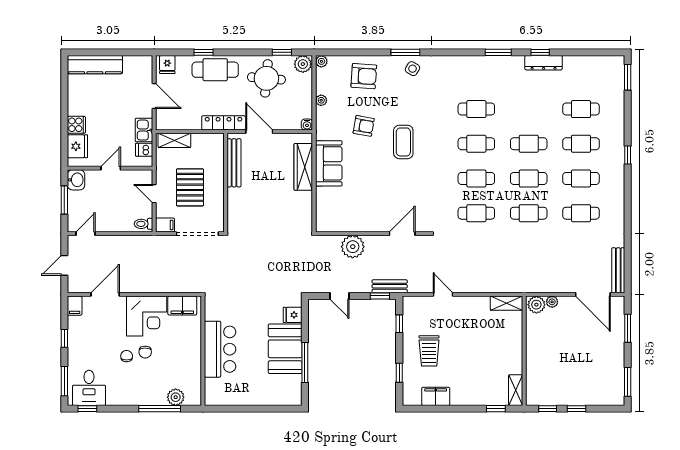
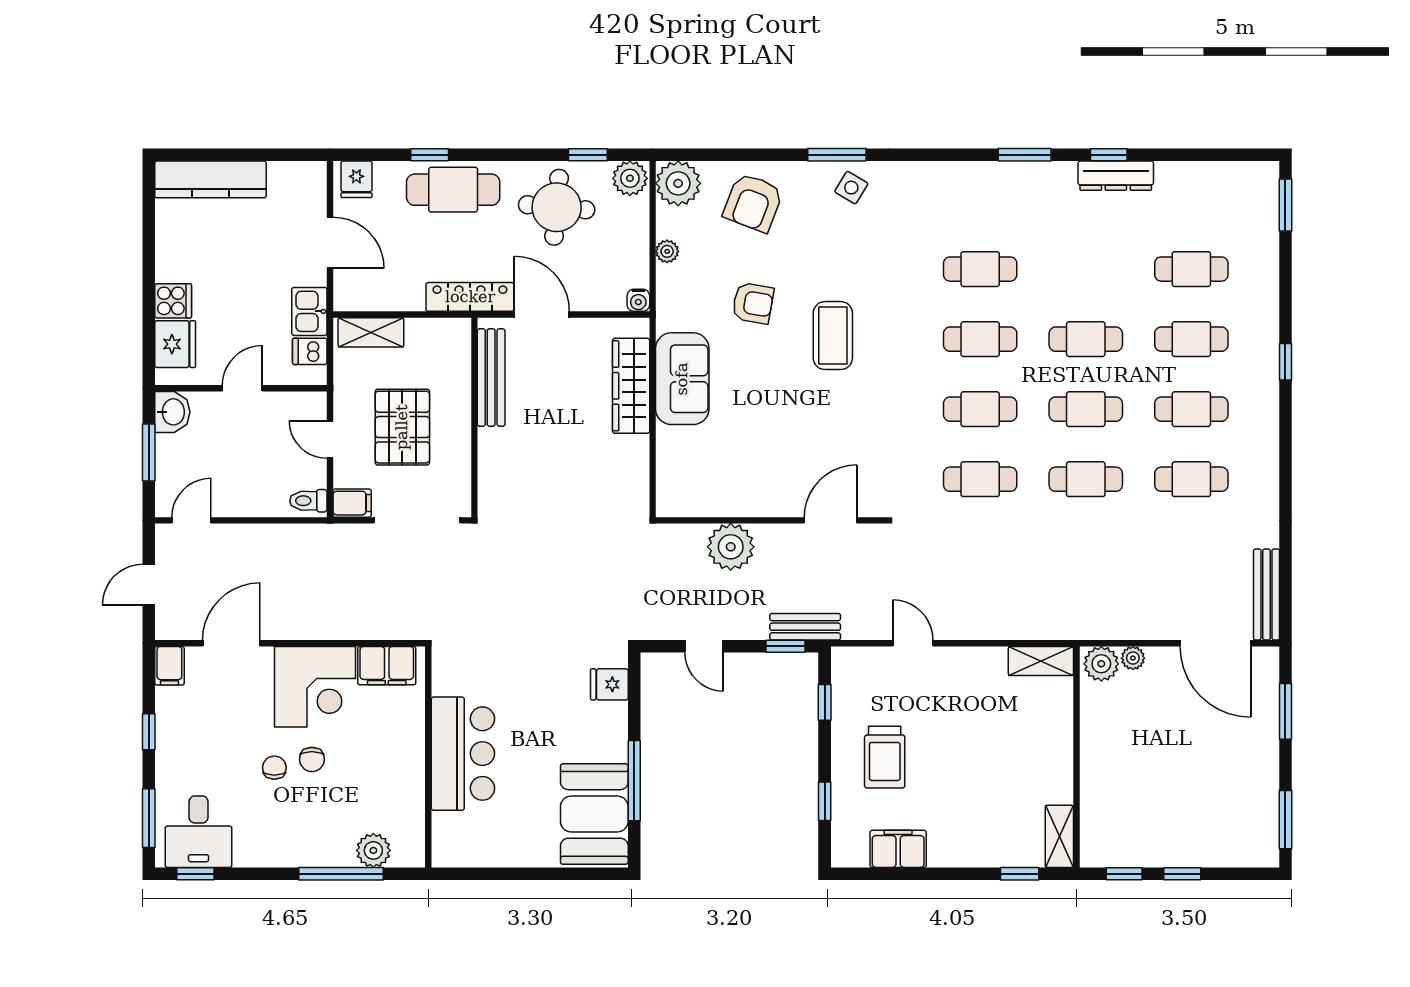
plant: (321, 61) -> (678, 183), width x1.88, depth x1.88
armchair: (364, 76) -> (753, 203), turned 107
booth: (285, 349) -> (594, 814), moved

